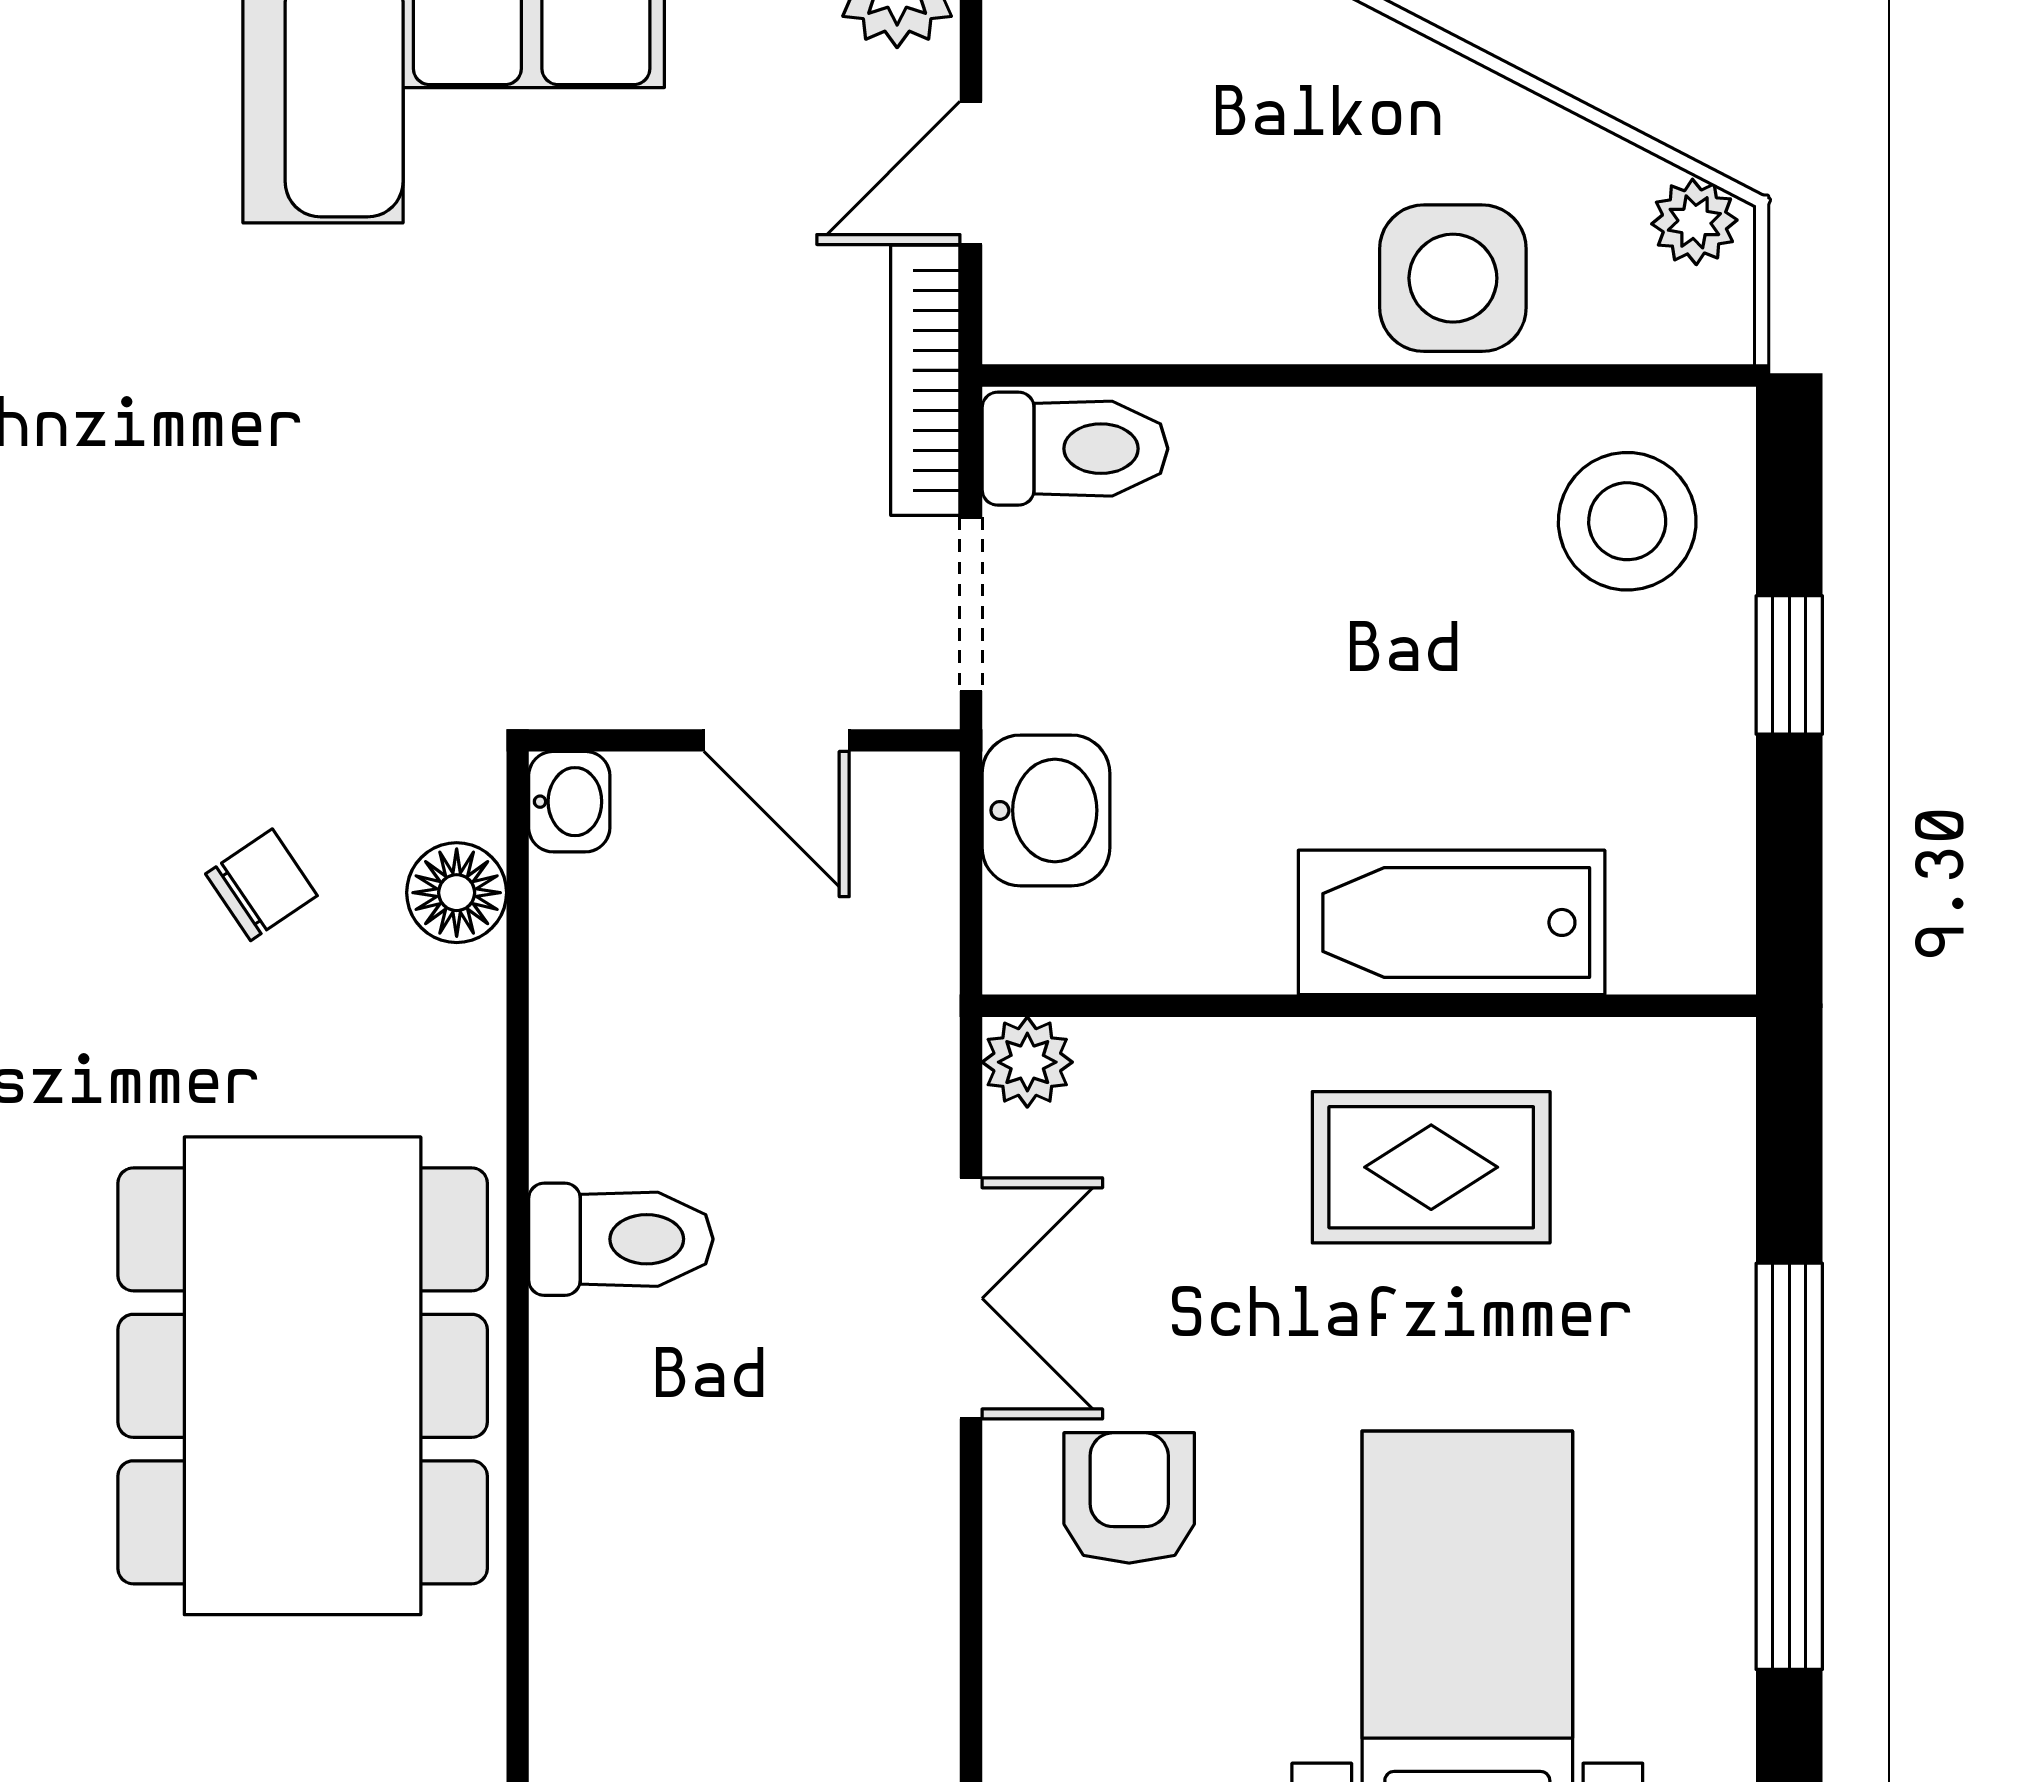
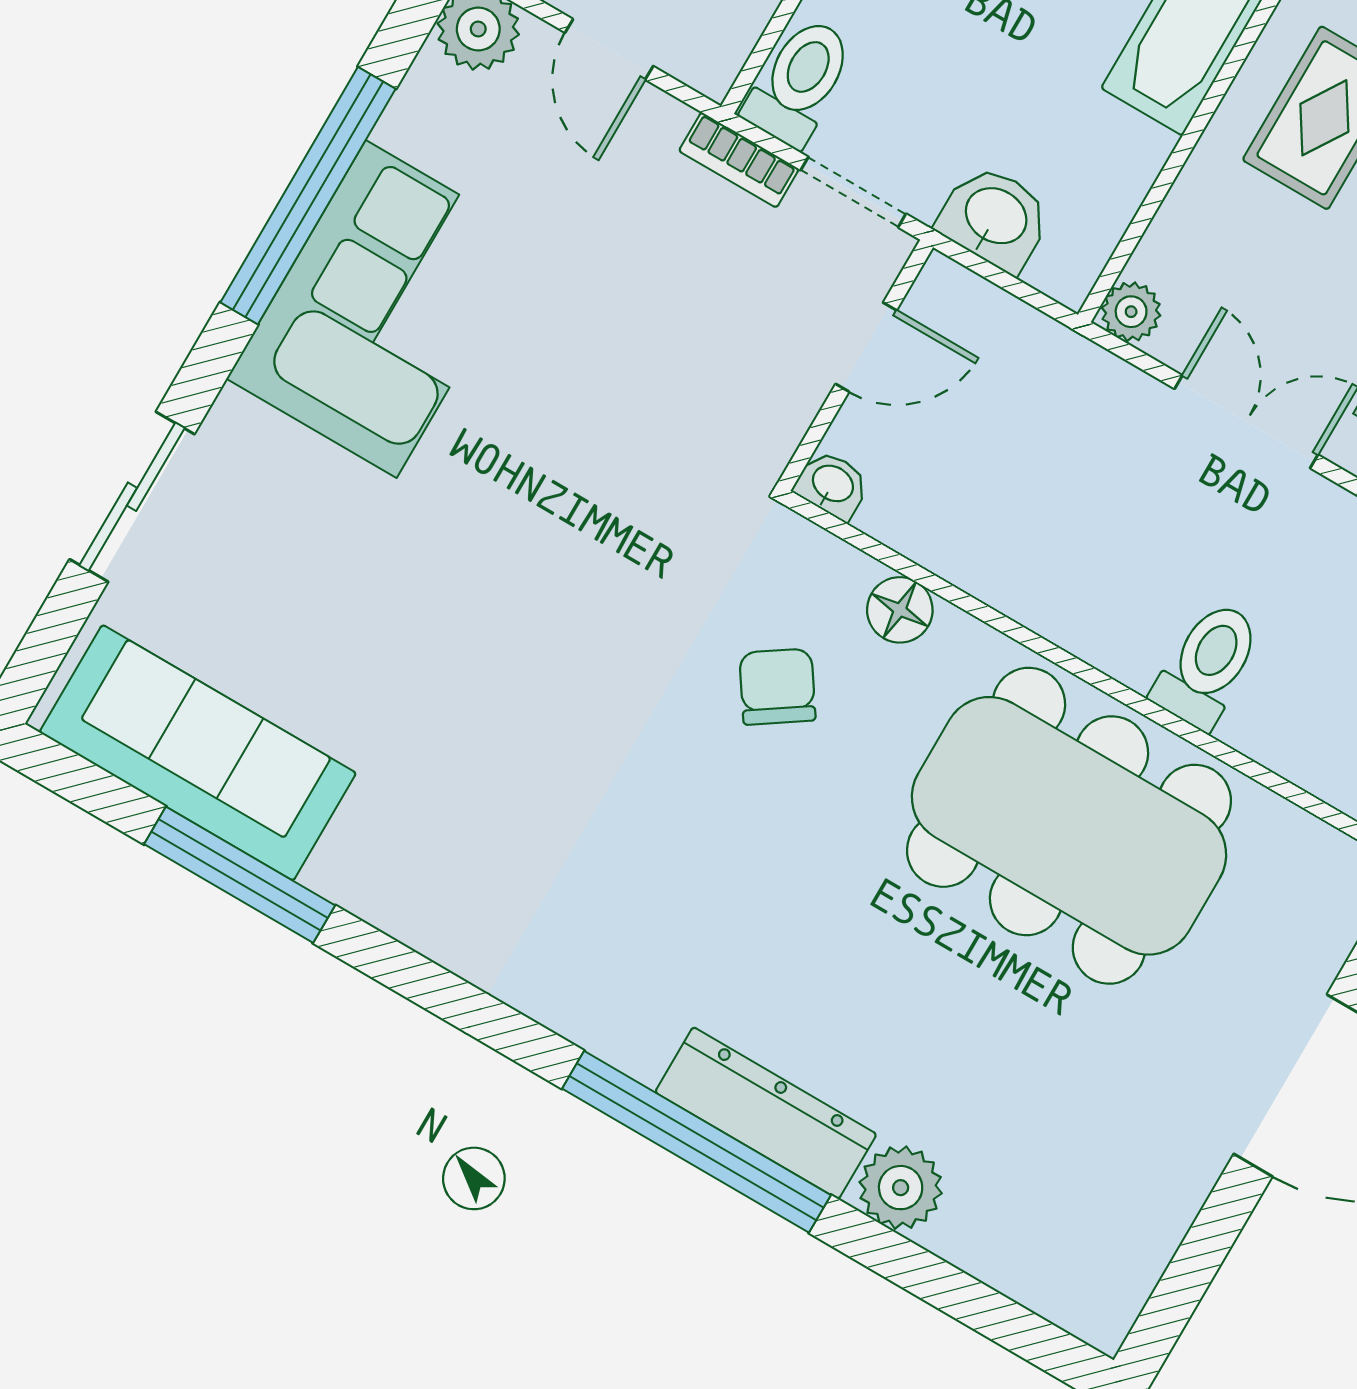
bookcase: (925, 380) -> (739, 160), width x0.64
chair: (261, 885) -> (777, 687), width x1.37, depth x1.37
floor lamp: (457, 893) -> (900, 610), moved
toilet: (621, 1239) -> (1208, 665), moved

